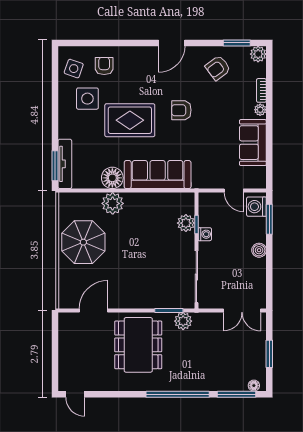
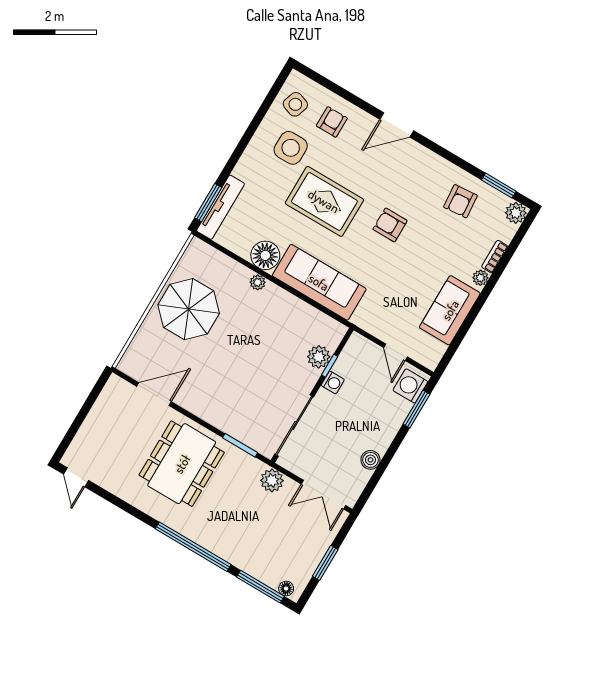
door: (172, 43) -> (397, 125), moved
armchair: (218, 68) -> (460, 201), turned -58
plant: (113, 203) -> (258, 282), width x0.53, depth x0.53
boiler: (259, 250) -> (370, 460), moved
plant: (183, 321) -> (272, 480), moved

